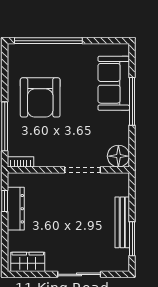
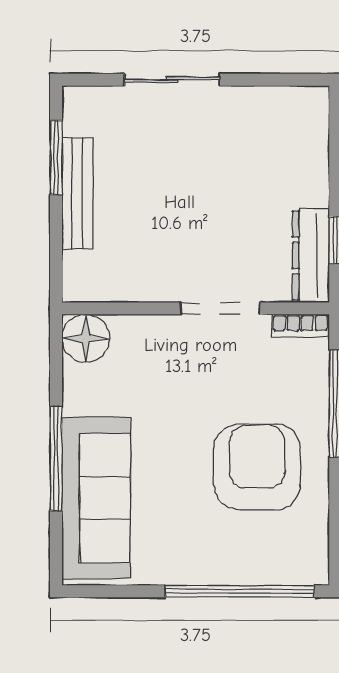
sofa: (114, 83) -> (96, 498), width x1.36
doorway: (83, 170) -> (220, 308), moved
dresser: (16, 209) -> (311, 255), moved
wardrobe: (28, 262) -> (284, 107), removed

